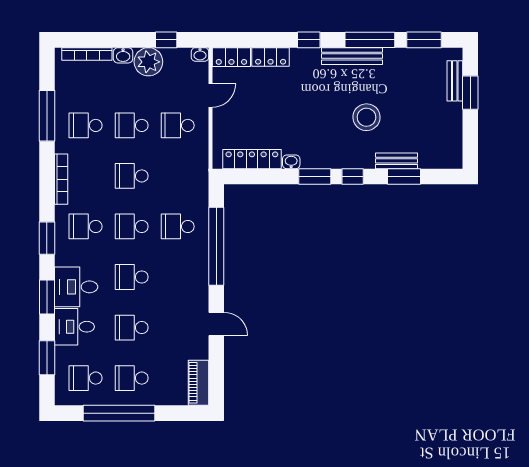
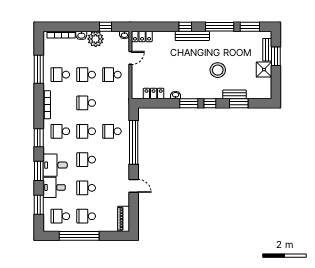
bench: (352, 56) -> (192, 36), moved
locker: (271, 57) -> (164, 36), removed
shower: (449, 116) -> (264, 70), added
locker: (252, 159) -> (154, 94), width x0.66

